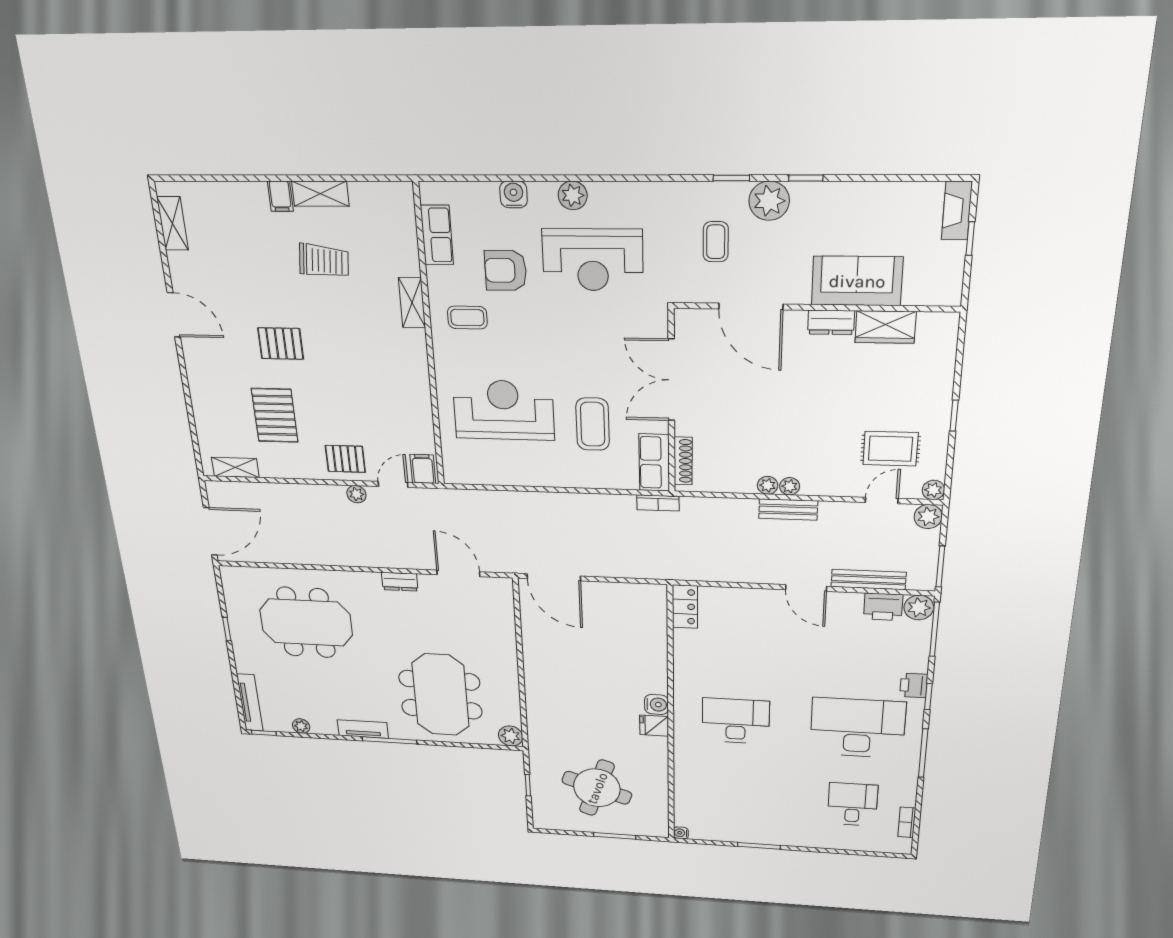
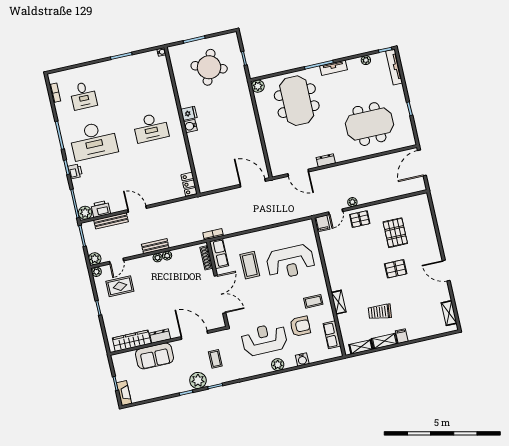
wardrobe: (885, 327) -> (132, 341), width x1.50
shelving: (235, 467) -> (361, 347), moved

